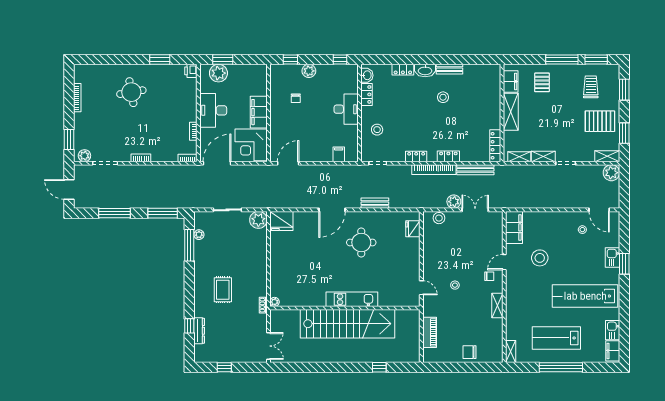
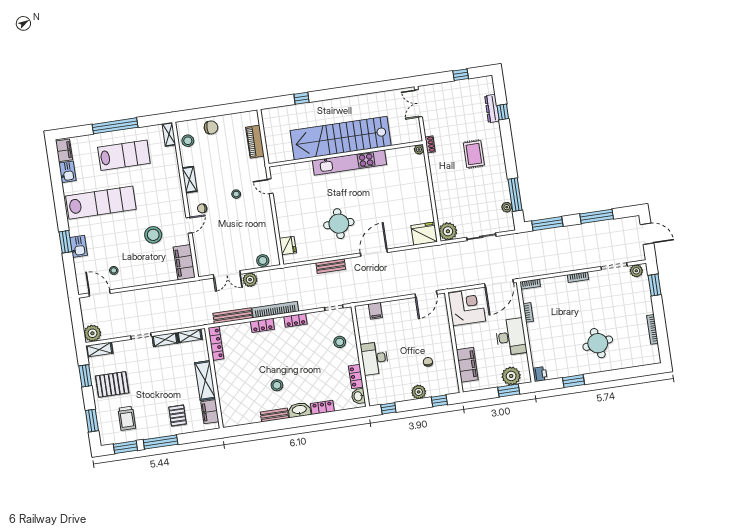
filing cabinet: (259, 112) -> (467, 365), moved
kitchen unit: (352, 299) -> (349, 162), width x1.36
stool: (493, 343) -> (188, 141), added

